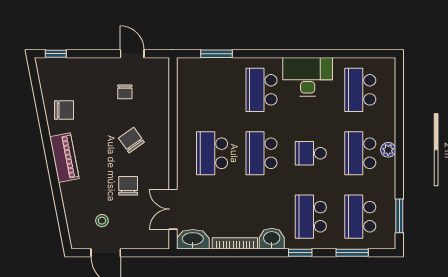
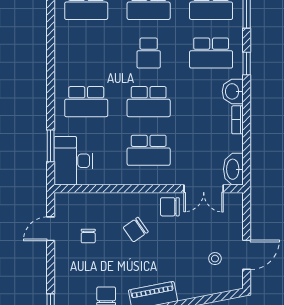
desk: (308, 77) -> (73, 161), moved
chair: (125, 92) -> (88, 236), turned 90
chair: (128, 186) -> (170, 207), moved
bookcase: (235, 243) -> (237, 120), width x0.64

